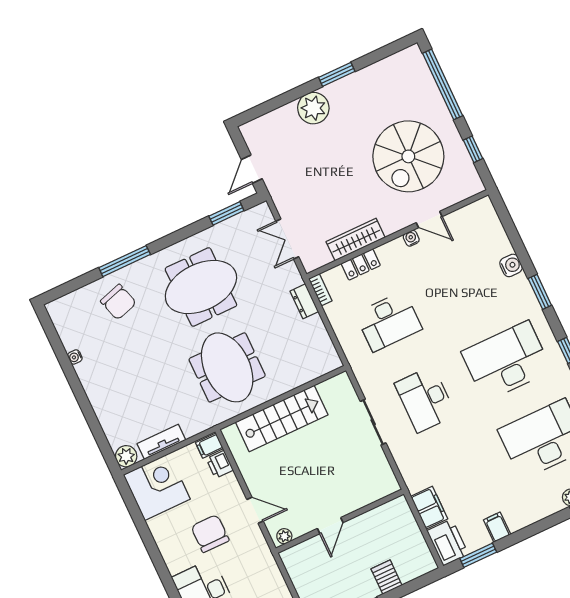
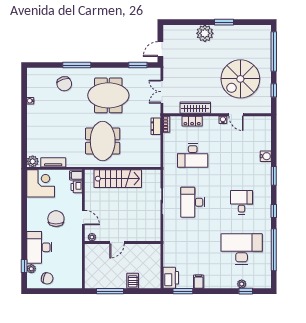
desk: (507, 361) -> (242, 202), width x0.53, depth x0.77
filing cabinet: (429, 508) -> (170, 256), removed

